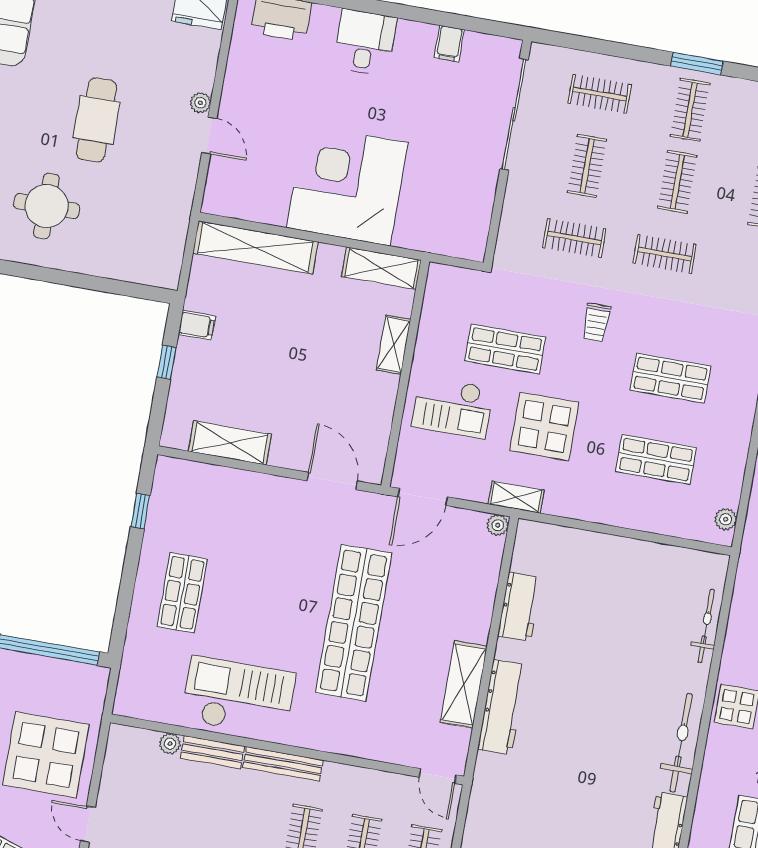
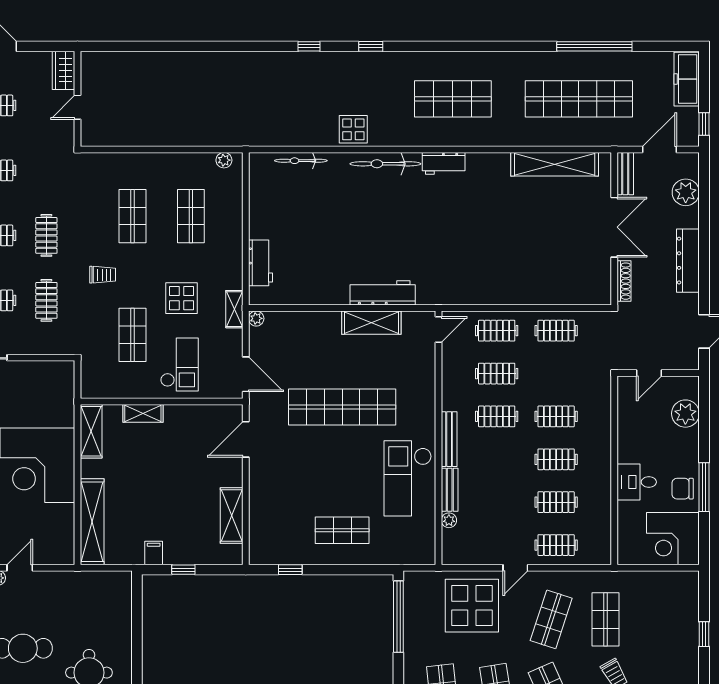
display table: (544, 426) -> (182, 298), width x0.73, depth x0.73
workbench: (520, 607) -> (260, 263), moved, turned 90

